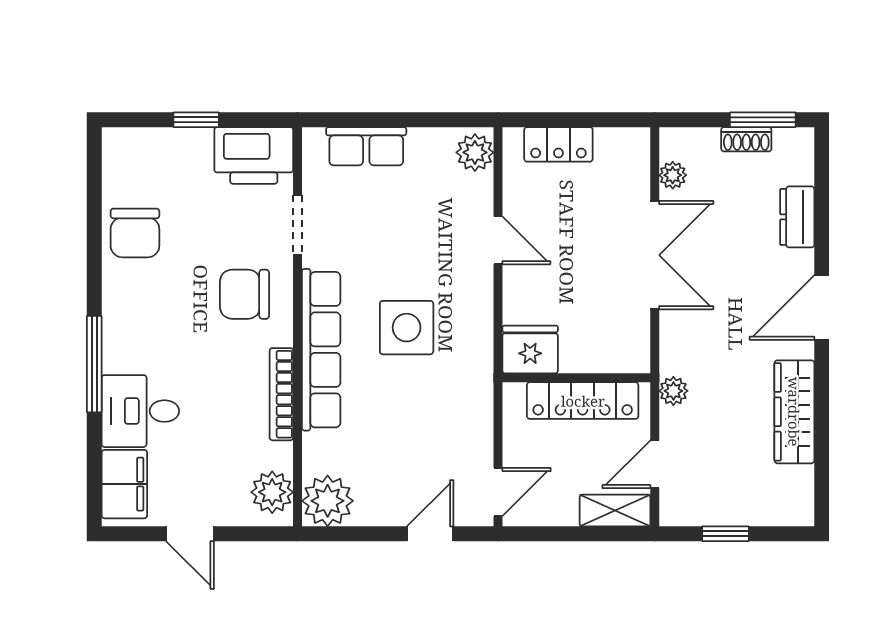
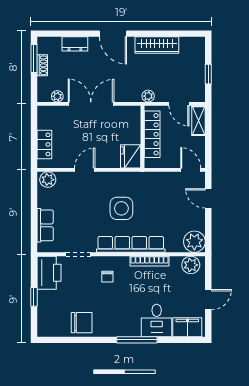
chair: (244, 294) -> (107, 277), width x0.54, depth x0.54

